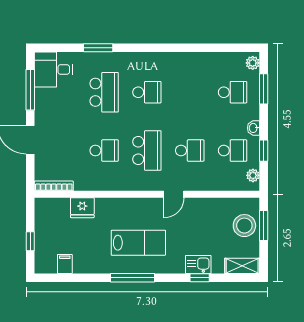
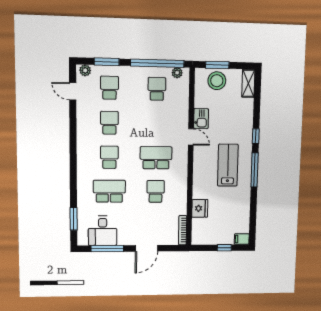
window: (98, 48) -> (74, 219), moved
door: (227, 48) -> (73, 91), added
desk: (53, 70) -> (103, 231), moved
washbasin: (254, 128) -> (139, 71), removed
school desk: (190, 151) -> (109, 123), moved
window: (264, 151) -> (157, 63), width x3.17
filing cabinet: (65, 264) -> (242, 239), moved
kitchen sink: (198, 264) -> (201, 119), moved, turned 180
window: (200, 278) -> (256, 136), moved

